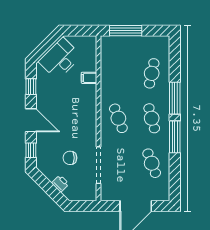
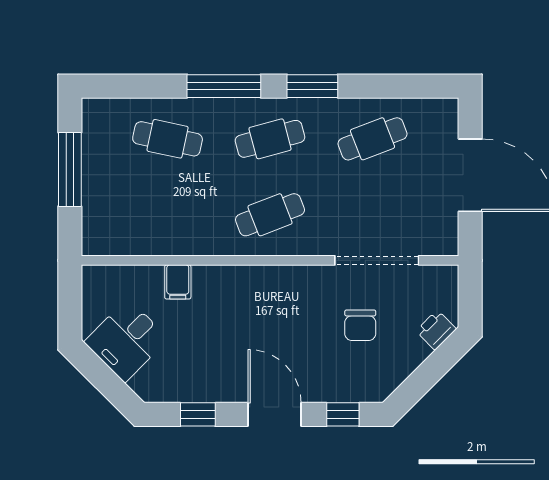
window: (126, 31) -> (70, 169), moved
desk: (60, 59) -> (126, 340), width x0.73
door: (31, 120) -> (275, 414), hinge flipped
window: (175, 137) -> (312, 86), width x0.69
printer: (60, 183) -> (436, 330), moved

